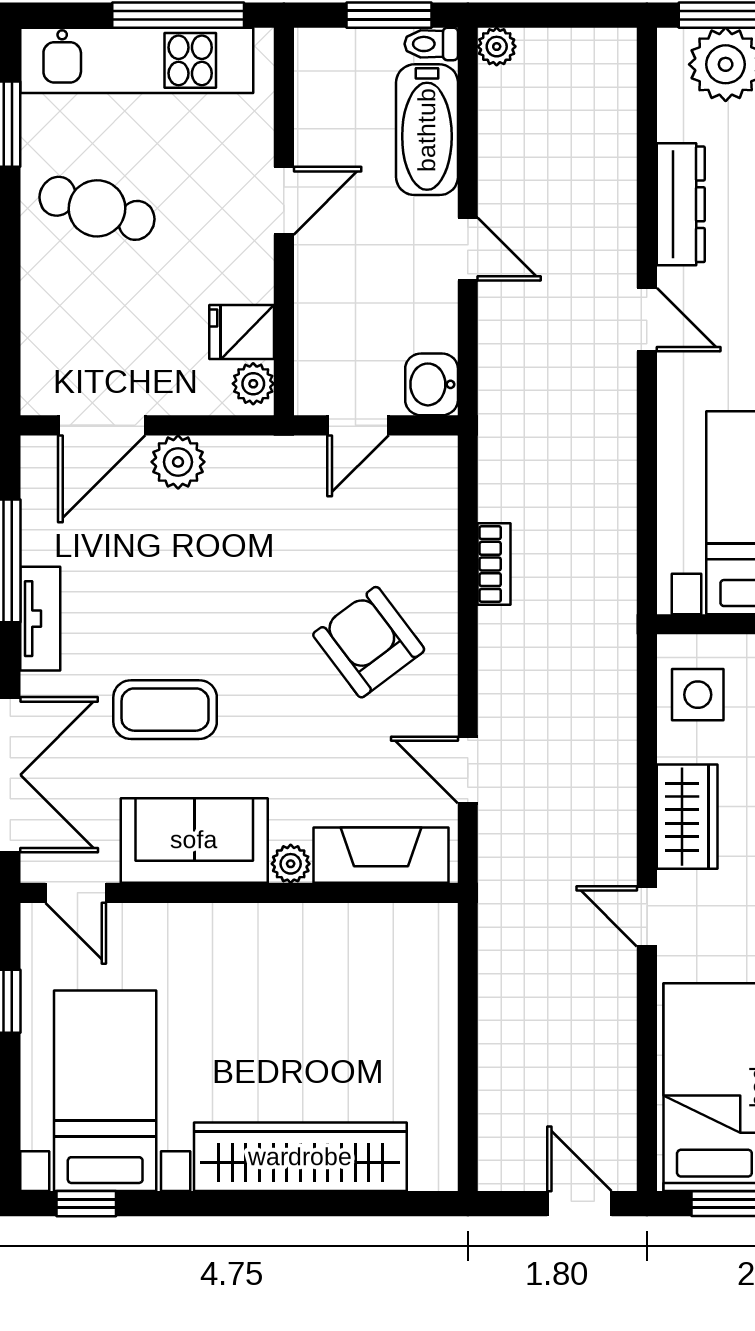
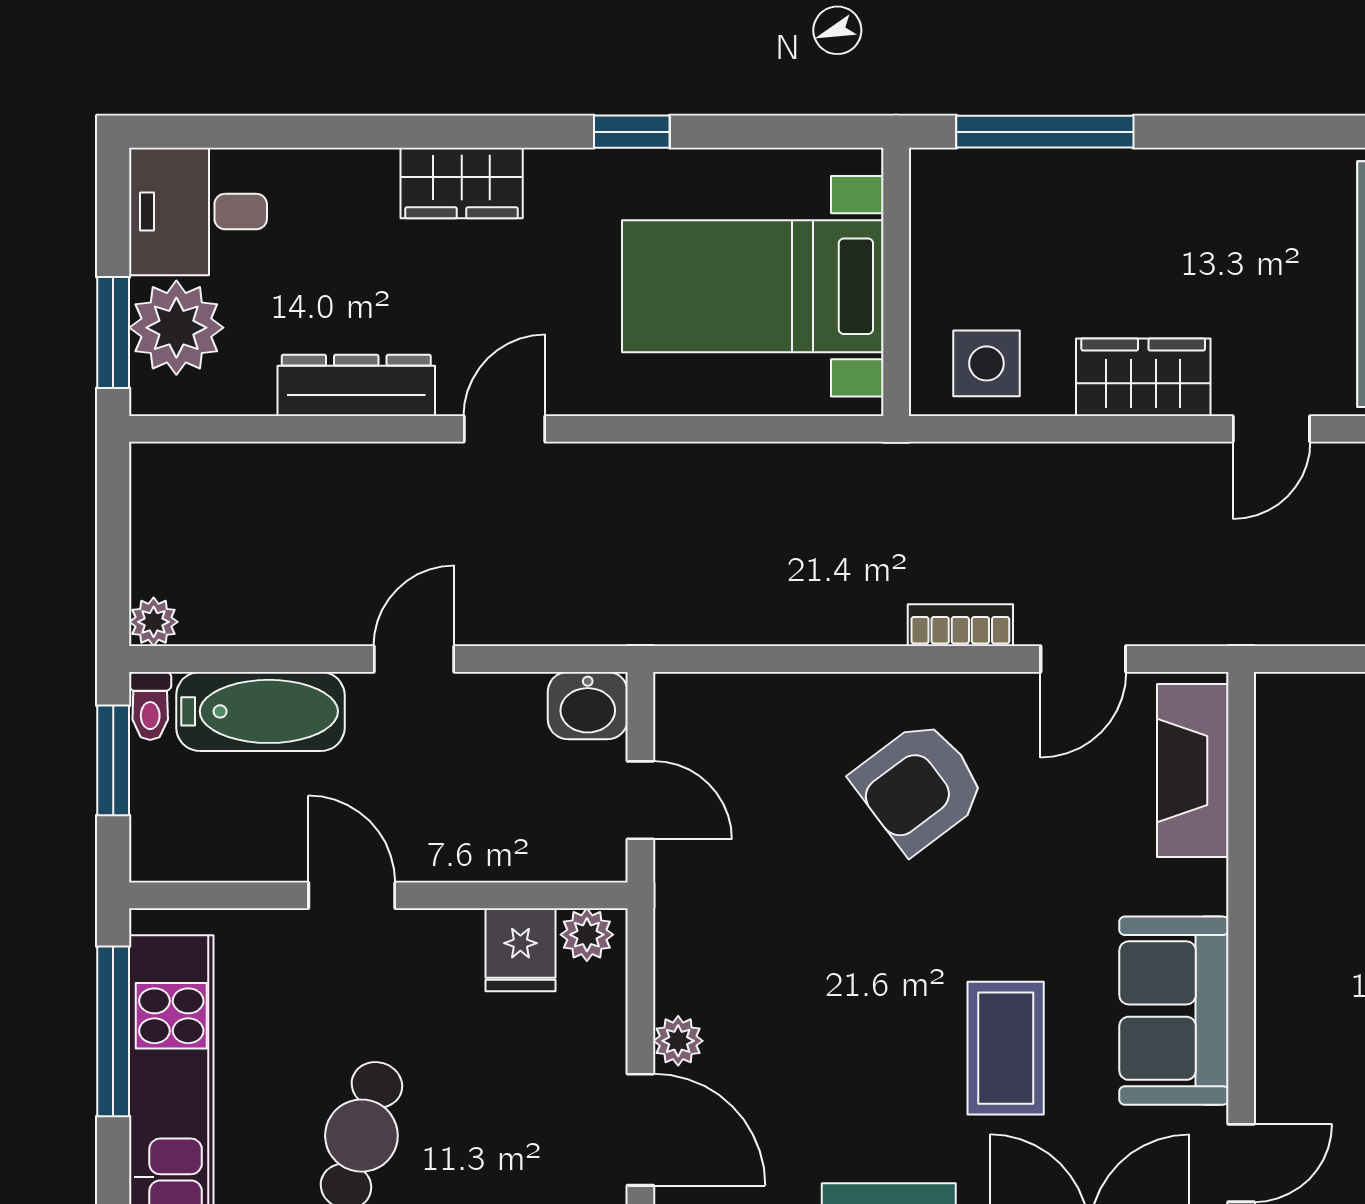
plant: (178, 462) -> (678, 1041), width x0.73, depth x0.73
bookcase: (494, 564) -> (960, 625), moved
plant: (291, 864) -> (1204, 887), removed

